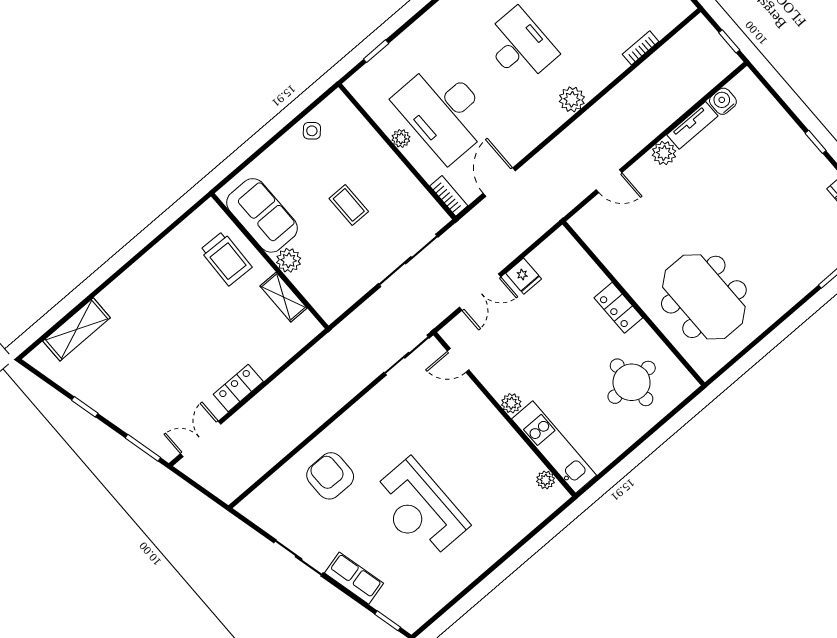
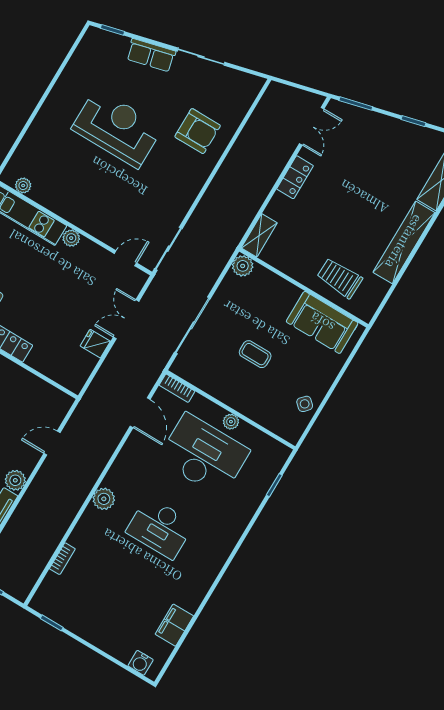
plant: (289, 260) -> (243, 266), moved
shelving: (141, 274) -> (404, 242), added
shelving: (284, 297) -> (259, 235), moved, turned 90

